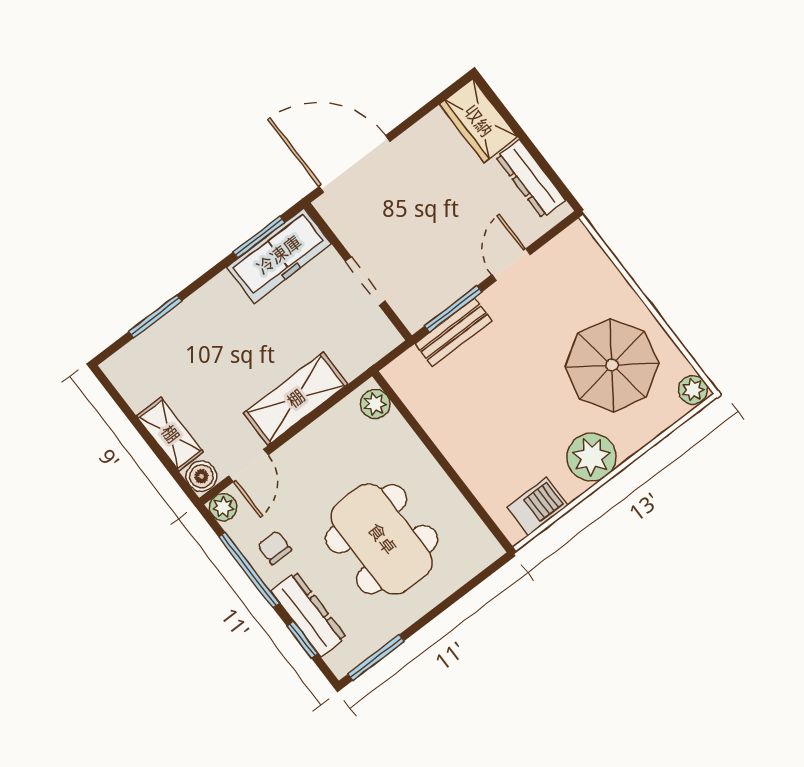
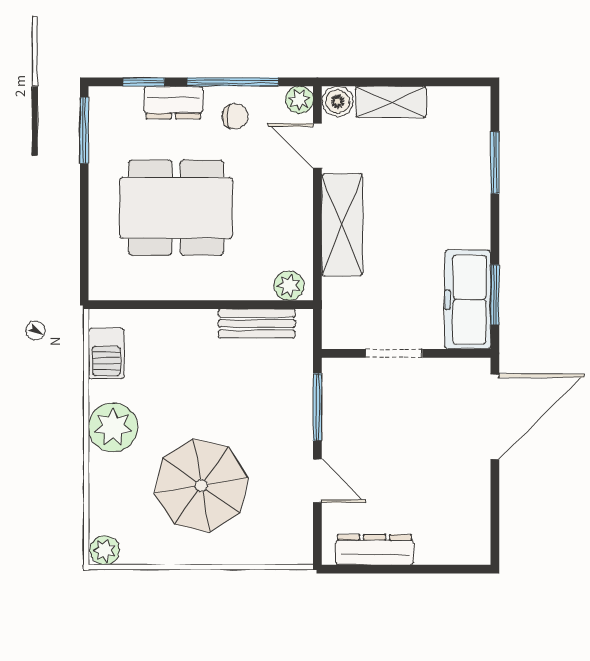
wardrobe: (478, 121) -> (454, 543), removed
bench: (453, 332) -> (257, 323), moved, turned 90
parasol: (612, 365) -> (201, 486), moved
dresser: (308, 614) -> (173, 103), width x0.70

